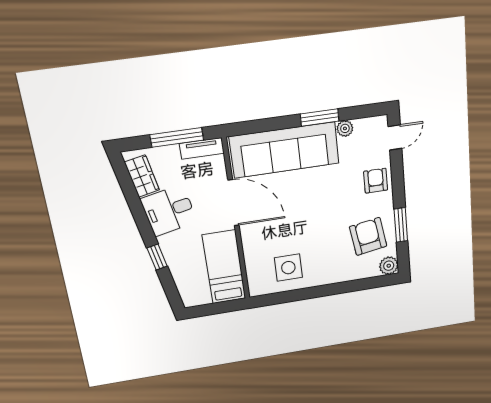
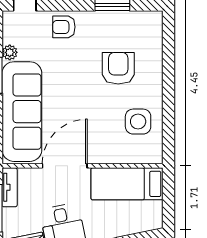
armchair: (368, 236) -> (118, 68), moved, turned 99
plant: (389, 266) -> (153, 20), removed

